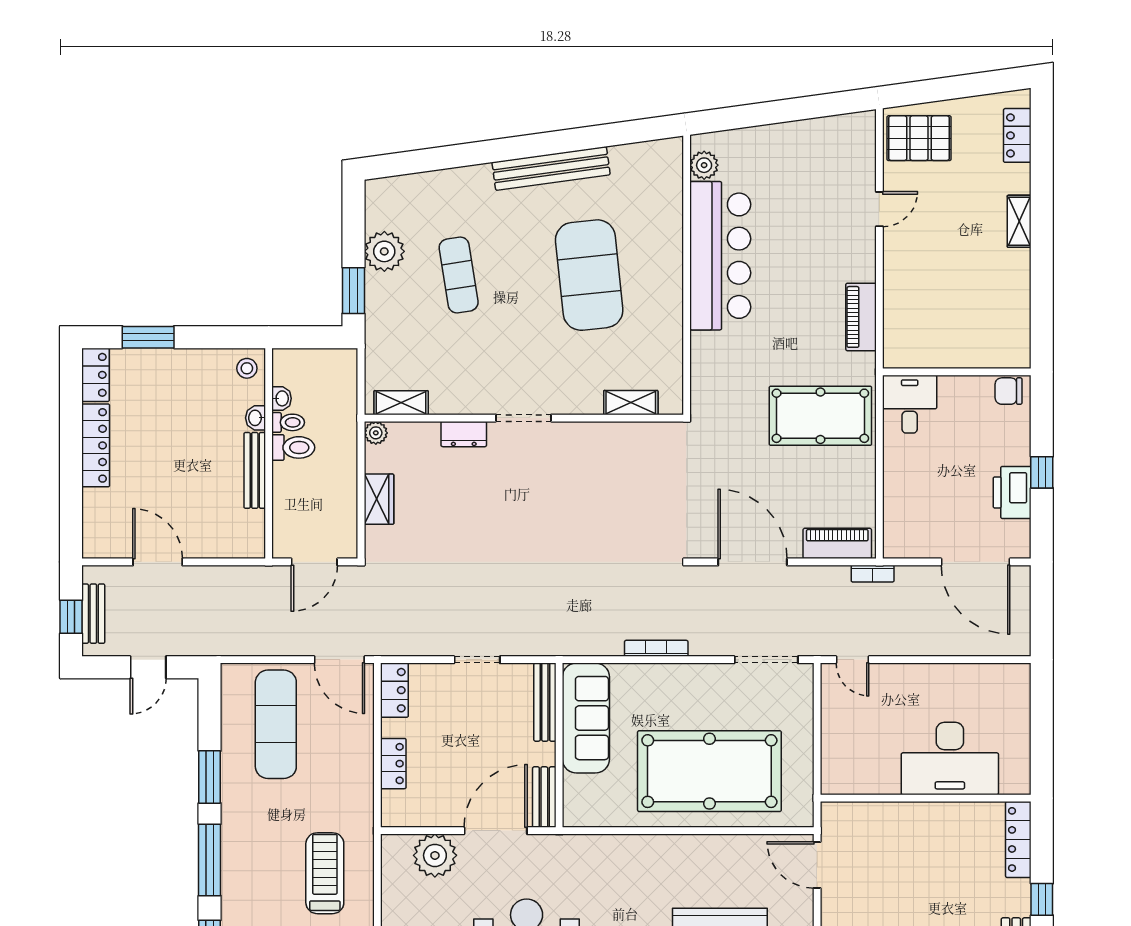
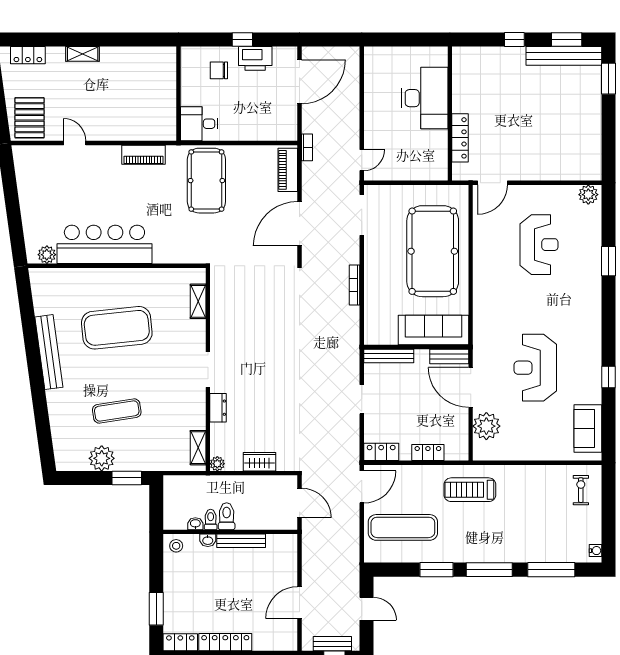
chair: (1009, 391) -> (219, 70), moved, turned 90
sofa: (586, 718) -> (433, 330), moved
locker: (1018, 839) -> (460, 138), moved, turned -90
treadmill: (325, 873) -> (470, 490), moved

